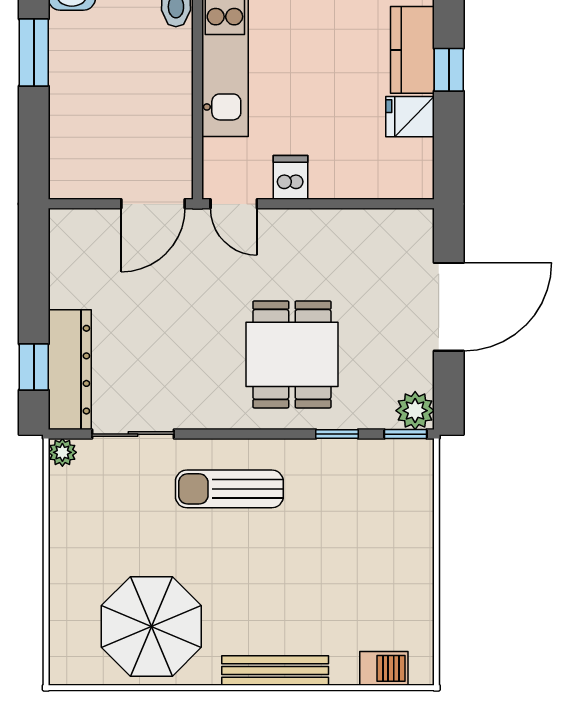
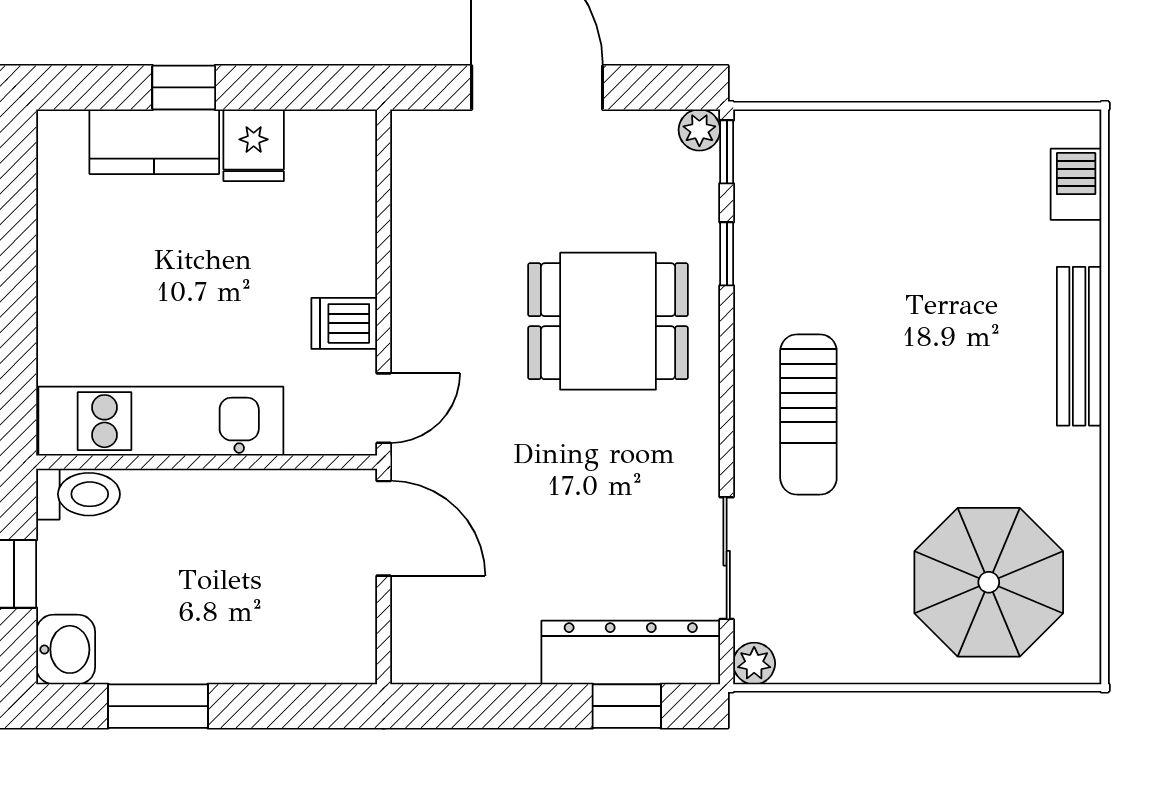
plant: (415, 411) -> (699, 130), width x0.73, depth x0.73
parasol: (151, 626) -> (989, 582), moved

